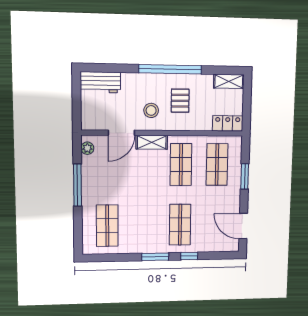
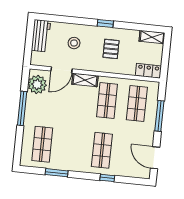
window: (170, 69) -> (105, 24), width x0.32
workbench: (100, 82) -> (41, 36), moved, turned -90
stool: (151, 110) -> (74, 43), moved
plant: (87, 148) -> (37, 84), width x1.87, depth x1.87
window: (245, 176) -> (159, 116), width x1.44
window: (155, 257) -> (57, 173), moved

